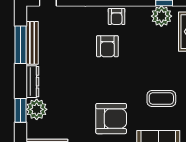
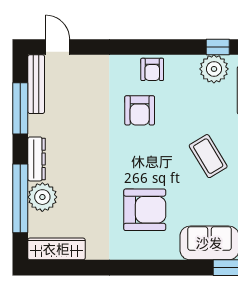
bench: (32, 43) -> (36, 84), moved
coffee table: (161, 99) -> (208, 156), moved, turned 59
window: (20, 110) -> (20, 198), width x2.11

